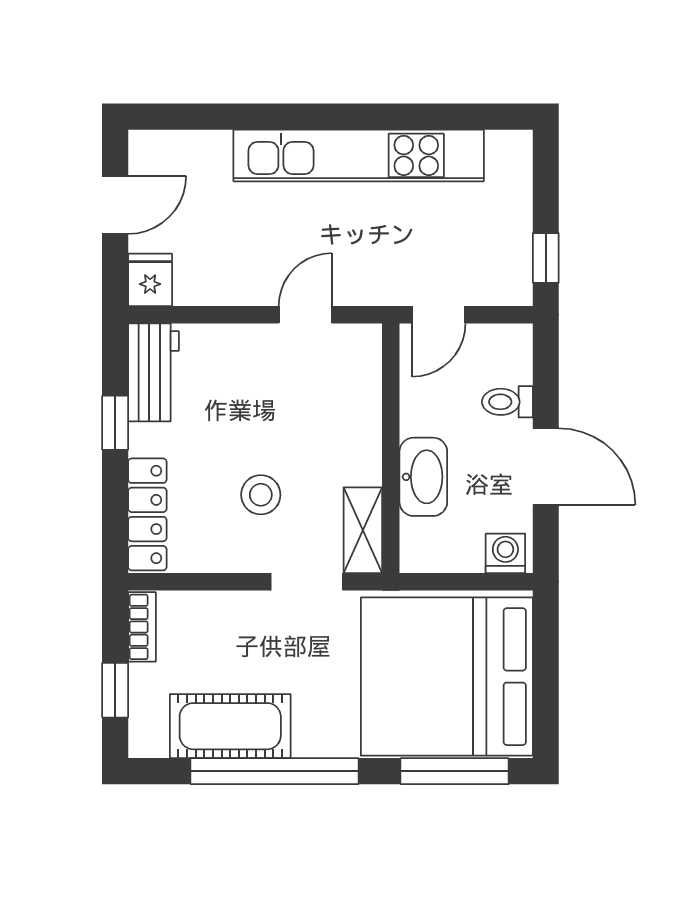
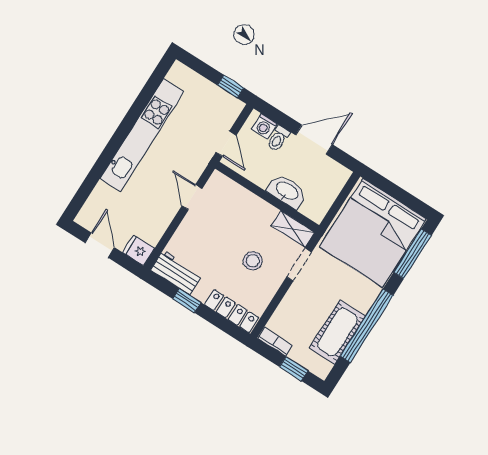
washing machine: (505, 553) -> (264, 126), moved, turned -90

